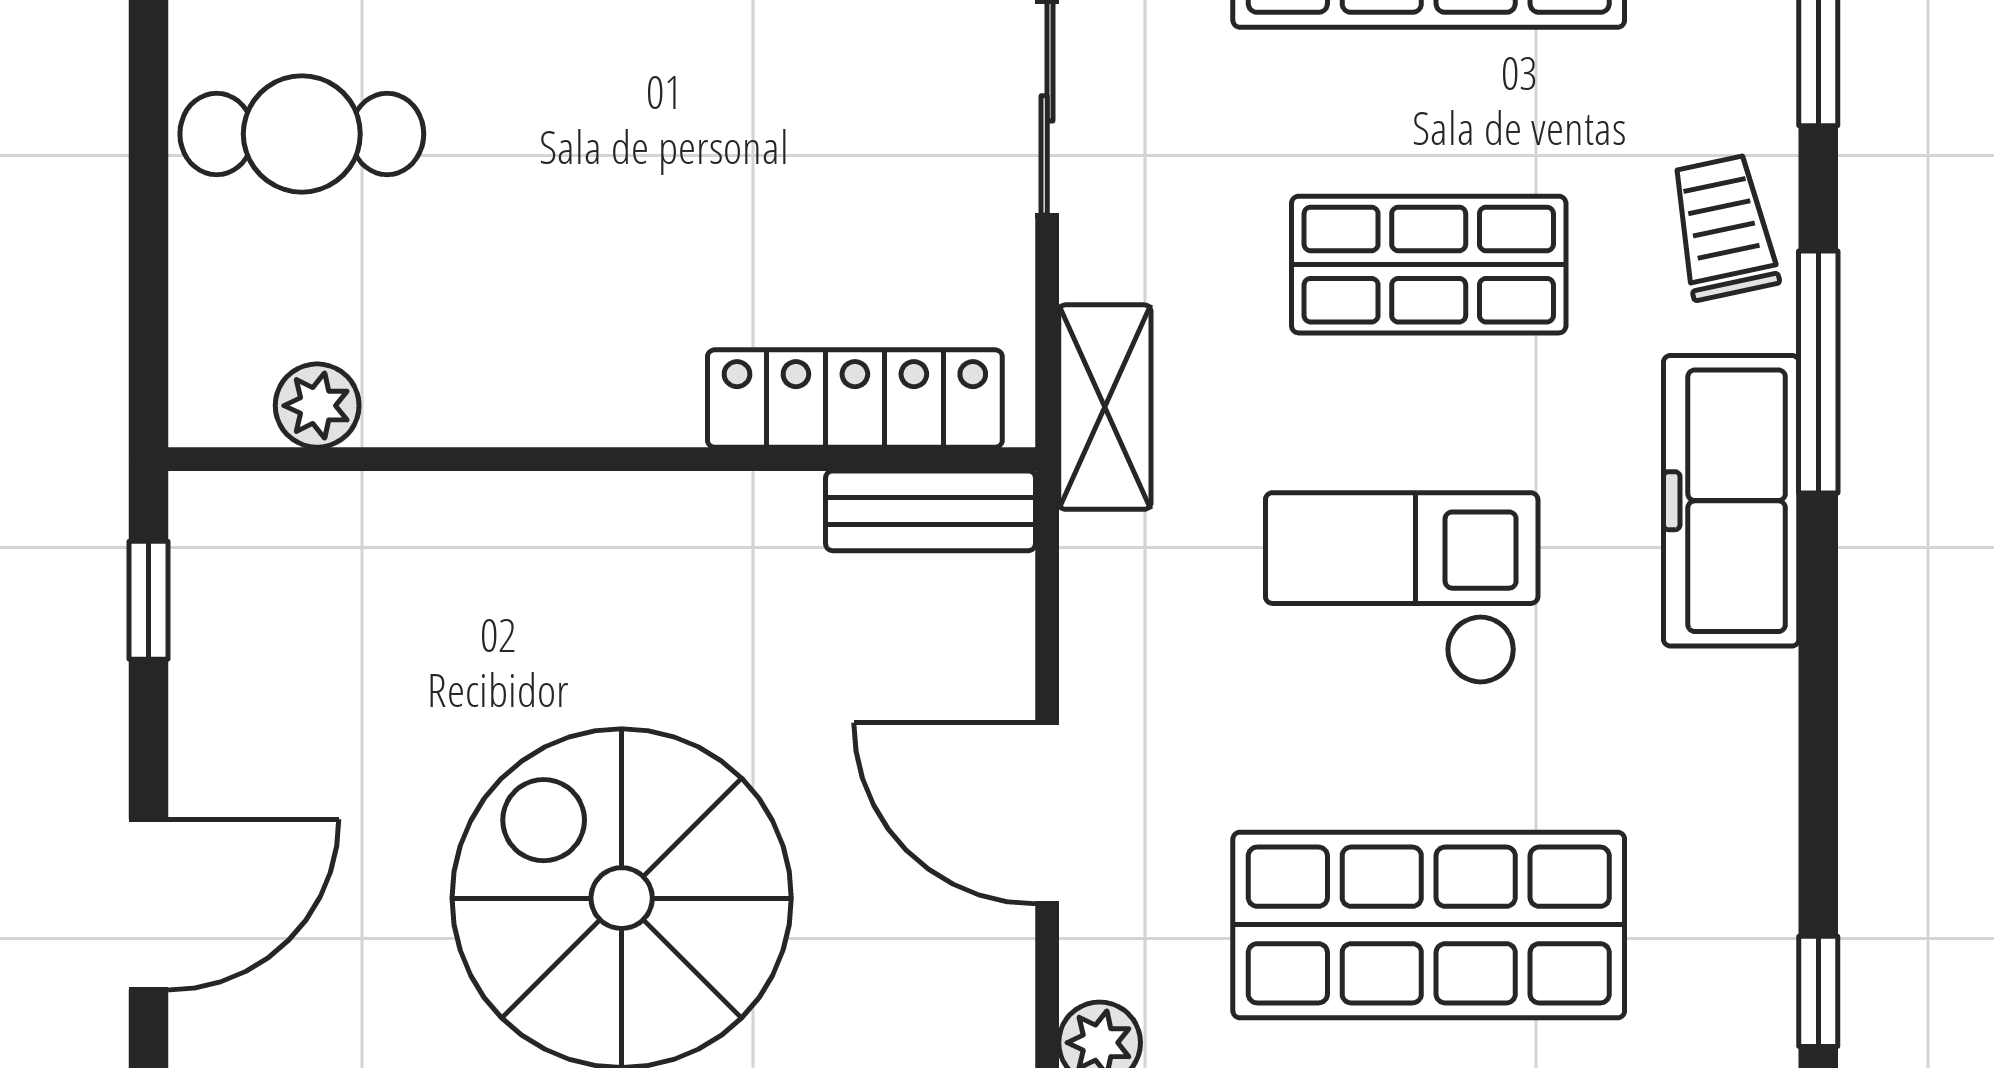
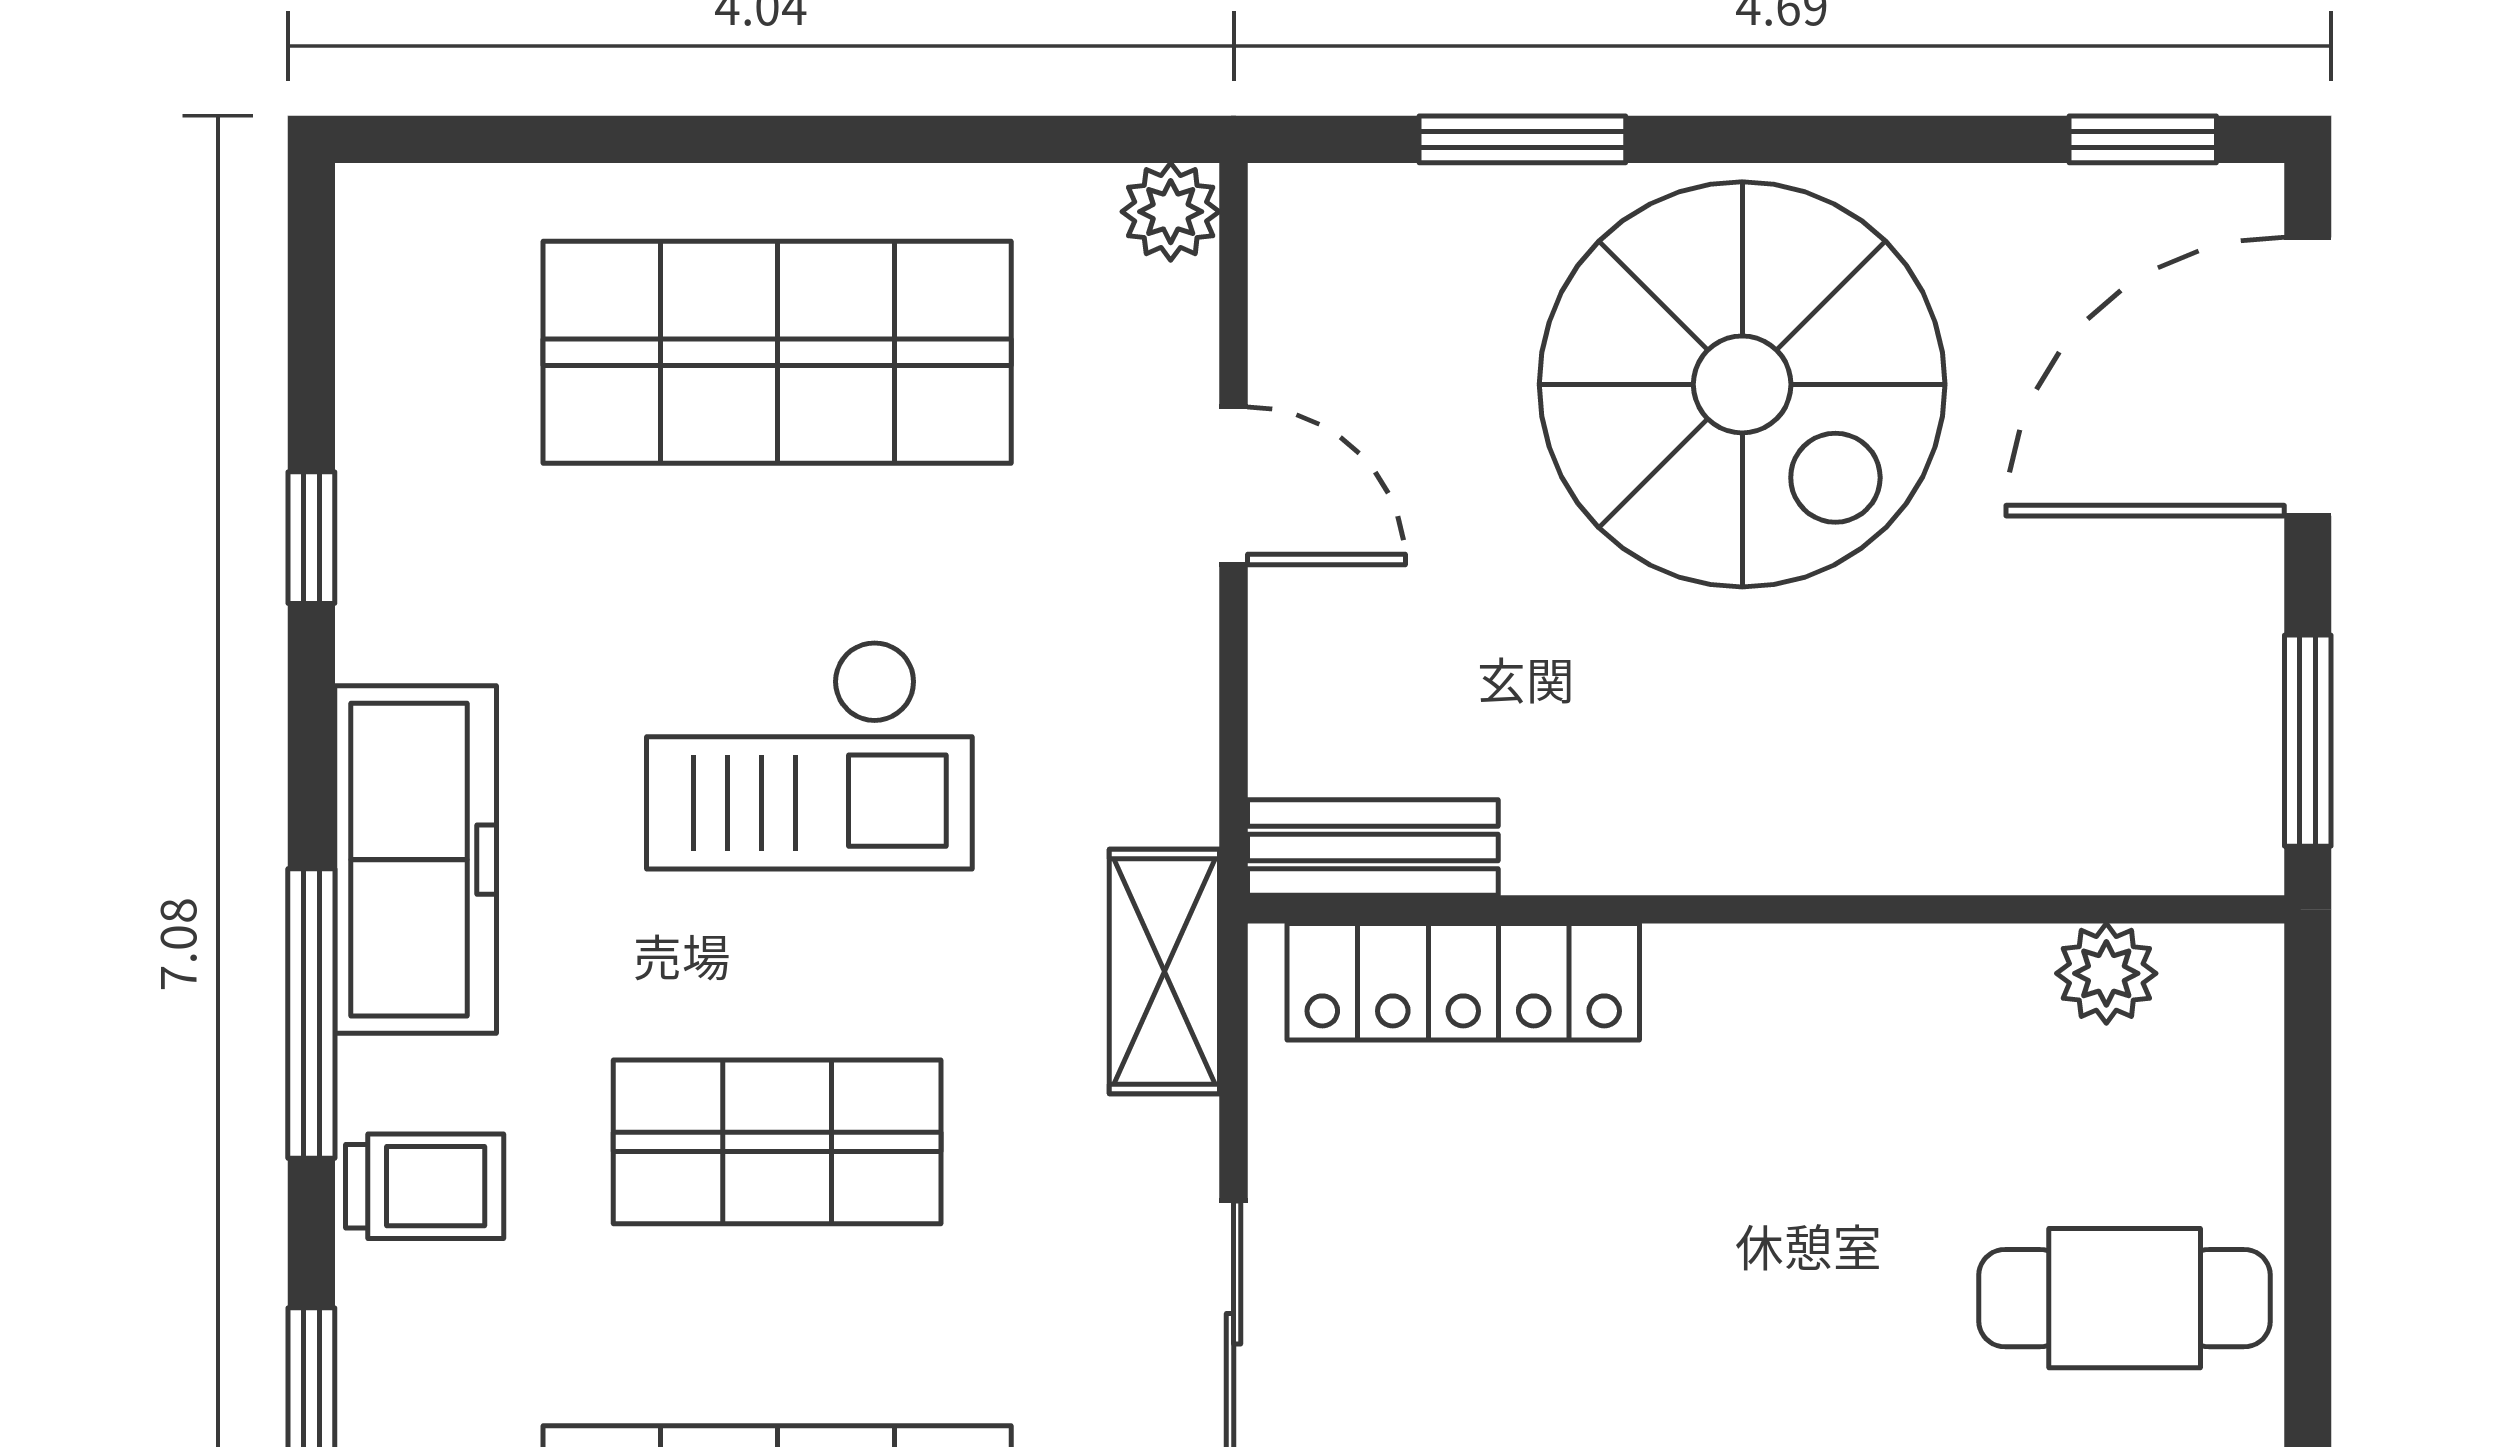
trolley: (1723, 228) -> (425, 1186), turned -78
window: (149, 600) -> (2308, 741), width x1.50
door: (1047, 813) -> (1234, 486), width x0.73
door: (149, 905) -> (2308, 377), width x1.36
window: (1818, 991) -> (311, 538), moved

